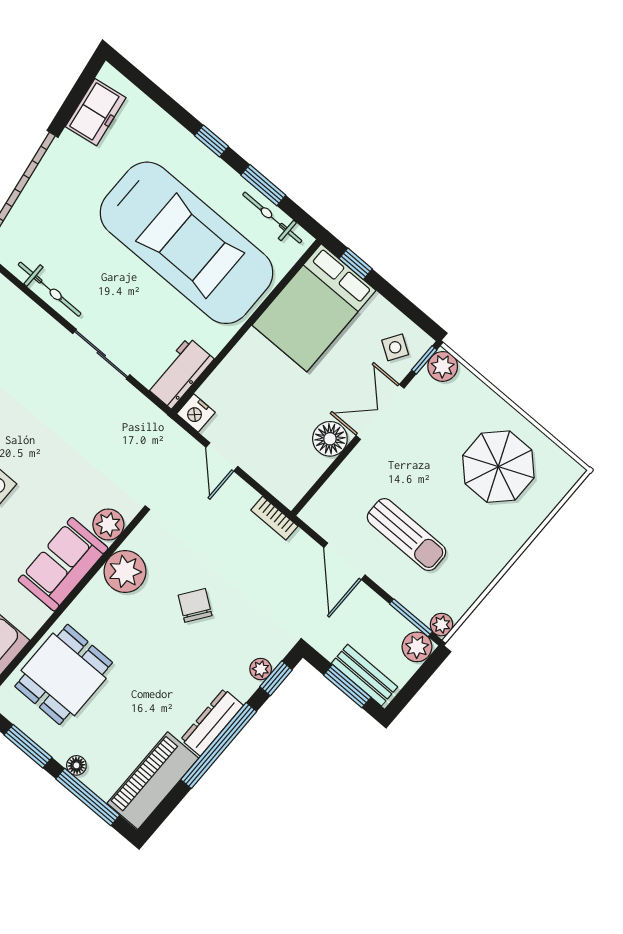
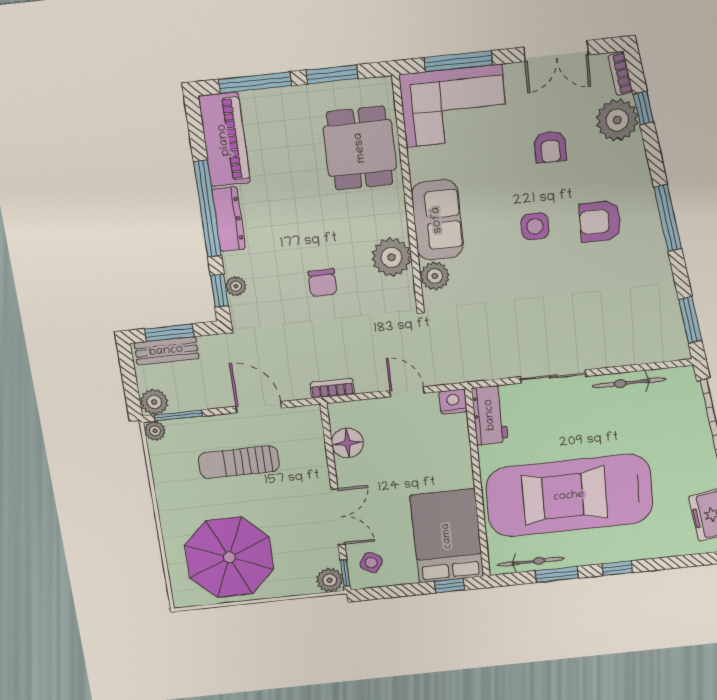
floor lamp: (330, 439) -> (348, 443), moved
parasol: (498, 467) -> (229, 557), width x1.36, depth x1.36
chair: (195, 605) -> (323, 283), turned 54
floor lamp: (76, 765) -> (286, 96), removed

